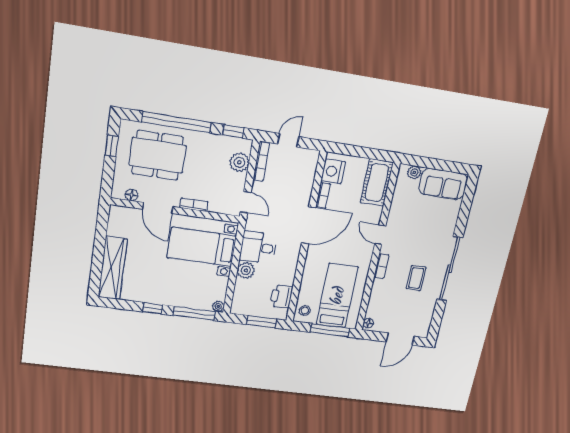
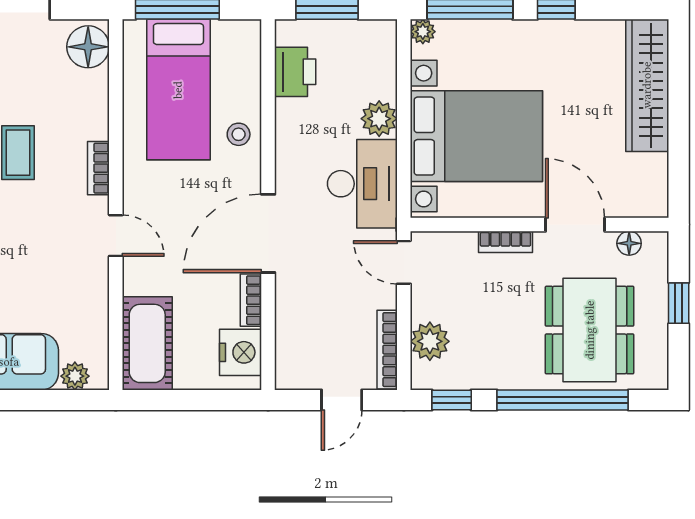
window: (112, 146) -> (679, 303), moved
dining table: (158, 155) -> (590, 330), turned 90
bed with nightstands: (202, 247) -> (476, 136), width x1.36
desk: (258, 247) -> (362, 184), width x1.37
stool: (305, 311) -> (239, 134), moved
floor lamp: (368, 323) -> (88, 47), width x1.89, depth x1.89

